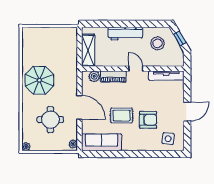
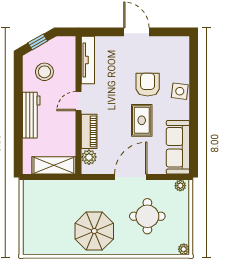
side table: (168, 139) -> (180, 91), moved

